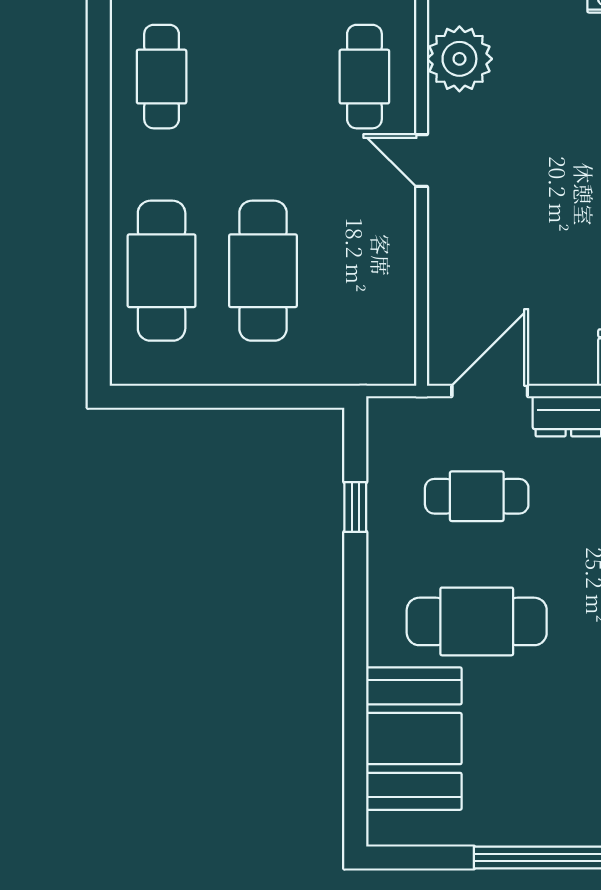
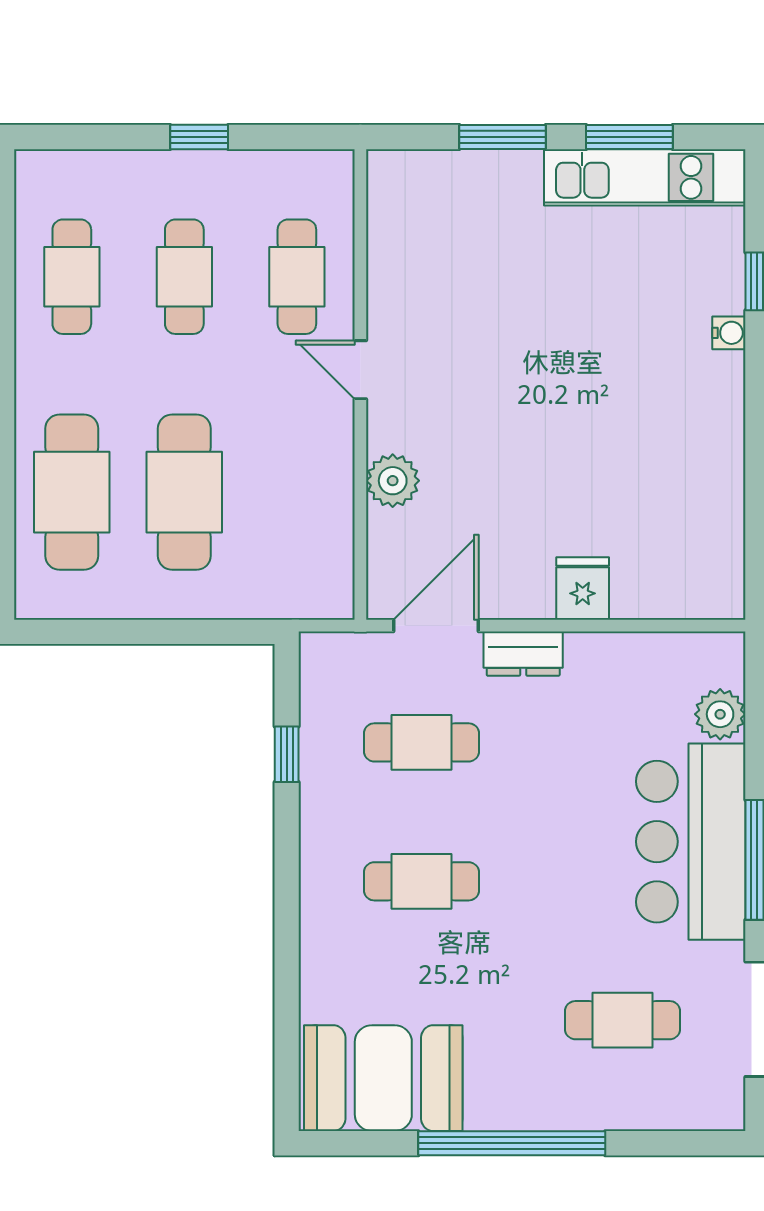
plant: (459, 59) -> (393, 481), moved, width x0.73, depth x0.73
cafe table: (263, 77) -> (184, 277), added
cafe table: (477, 621) -> (421, 881), width x0.73, depth x0.74
booth: (414, 739) -> (383, 1078), moved, turned 90

